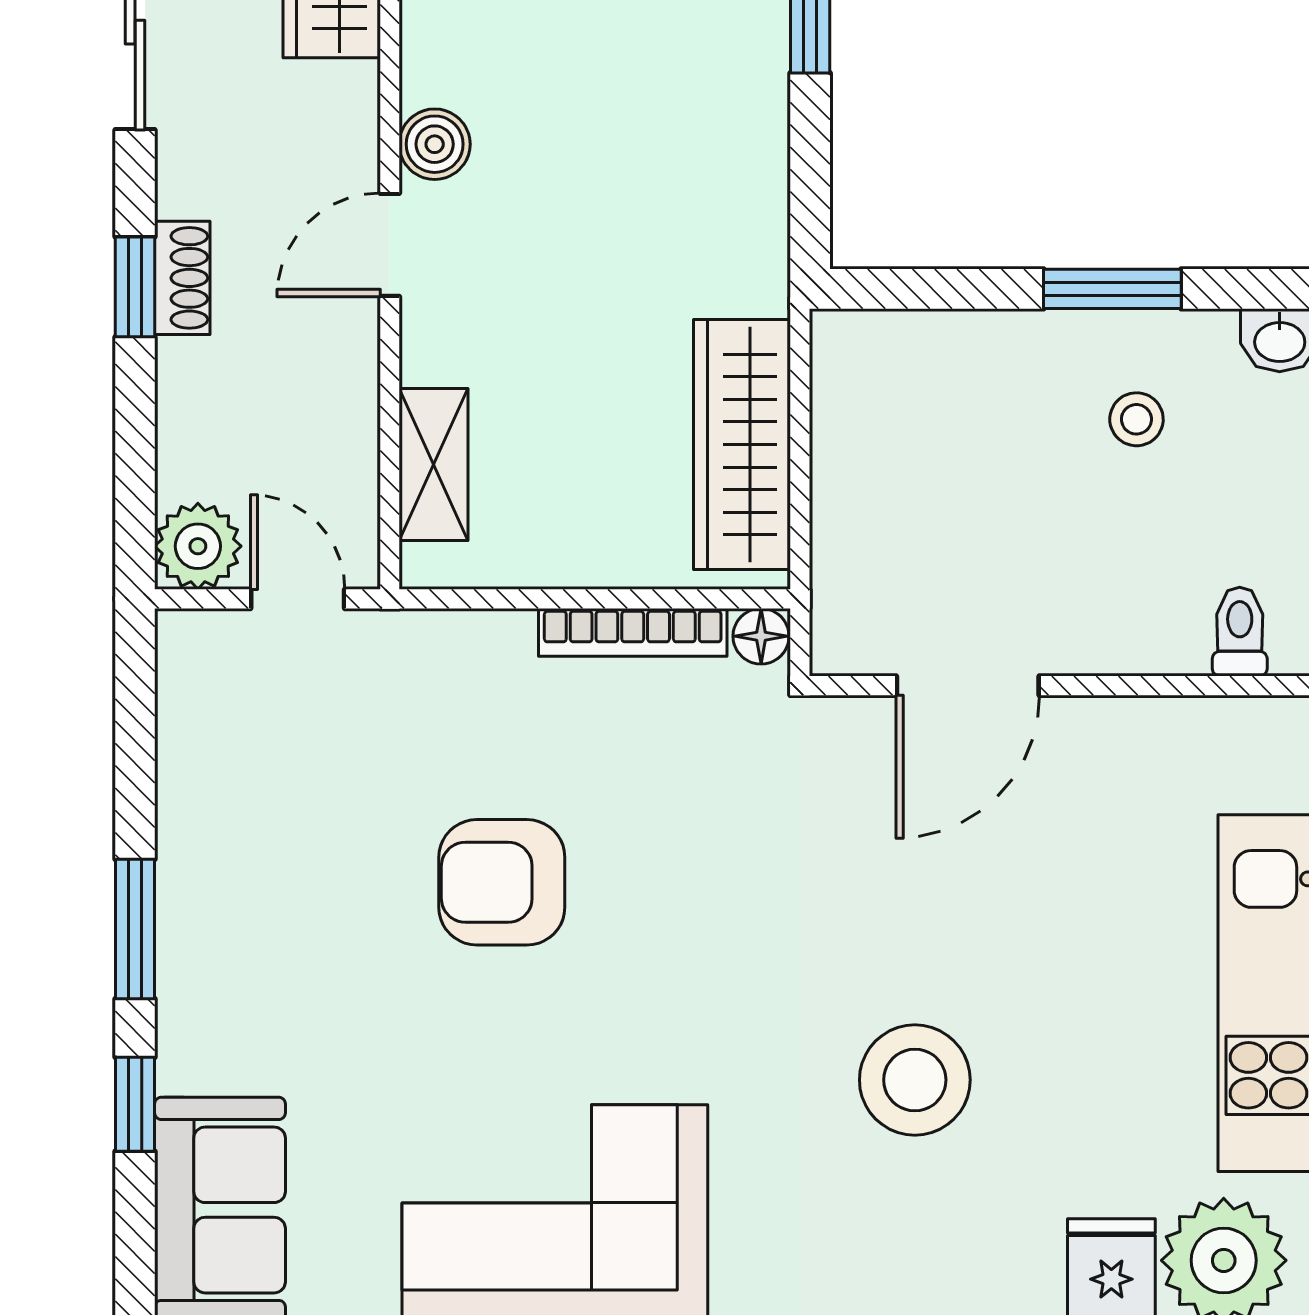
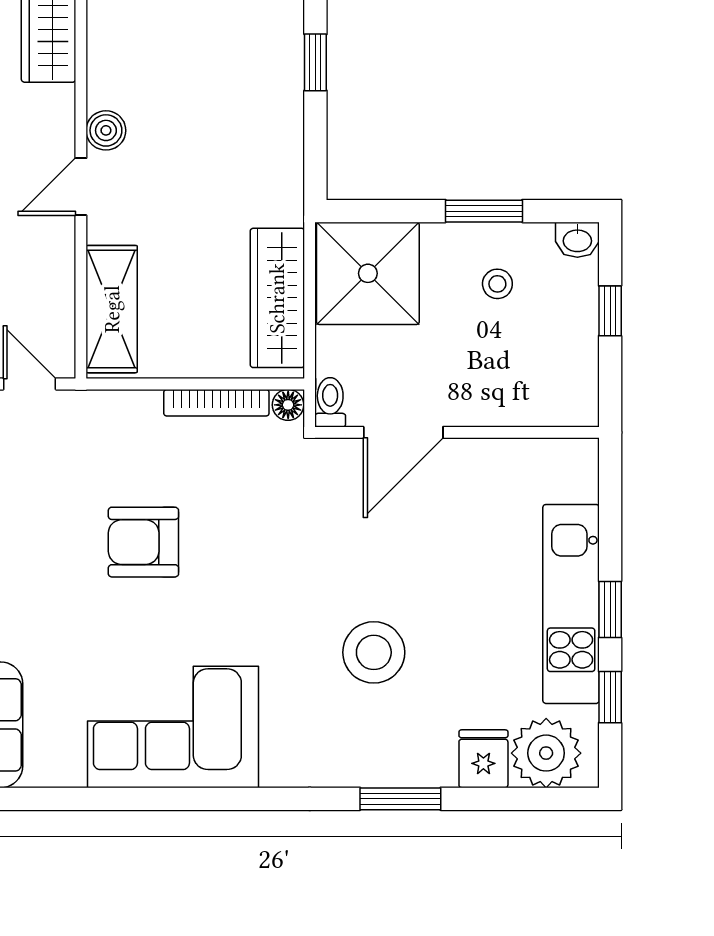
shower: (904, 400) -> (368, 273), added
shelving: (433, 464) -> (112, 309), width x1.50, depth x1.33
toilet: (1240, 632) -> (330, 402), moved

